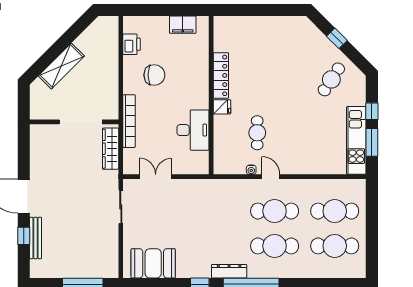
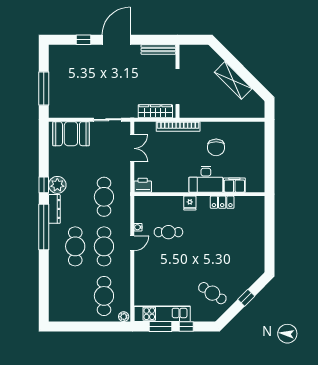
filing cabinet: (183, 25) -> (234, 185), moved, turned 90
printer: (132, 44) -> (143, 185), moved, turned 180
shelving: (61, 66) -> (233, 80), moved
locker: (221, 75) -> (222, 202), width x0.66
desk: (193, 130) -> (206, 179), moved
plant: (360, 187) -> (124, 317), added
bench: (36, 238) -> (158, 50), moved
cafe table: (335, 246) -> (104, 197), moved
booth: (153, 263) -> (71, 134), moved, turned 90
plant: (200, 268) -> (57, 185), added

